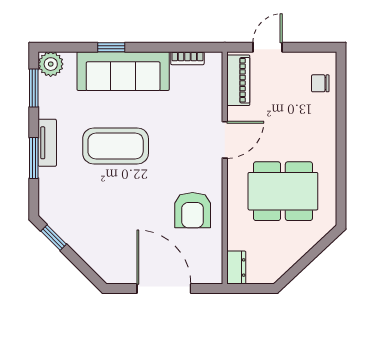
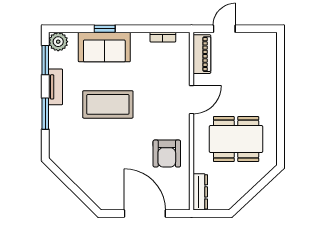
sofa: (123, 71) -> (104, 47), width x0.73
chair: (320, 83) -> (265, 56), removed
tv unit: (47, 143) -> (56, 87), moved
window: (54, 238) -> (60, 175), removed
dresser: (236, 268) -> (200, 192), width x1.44

